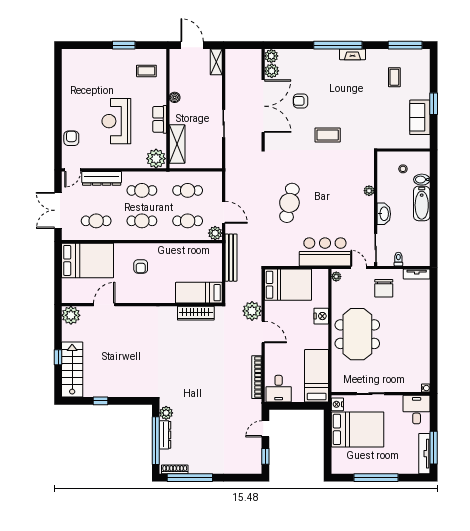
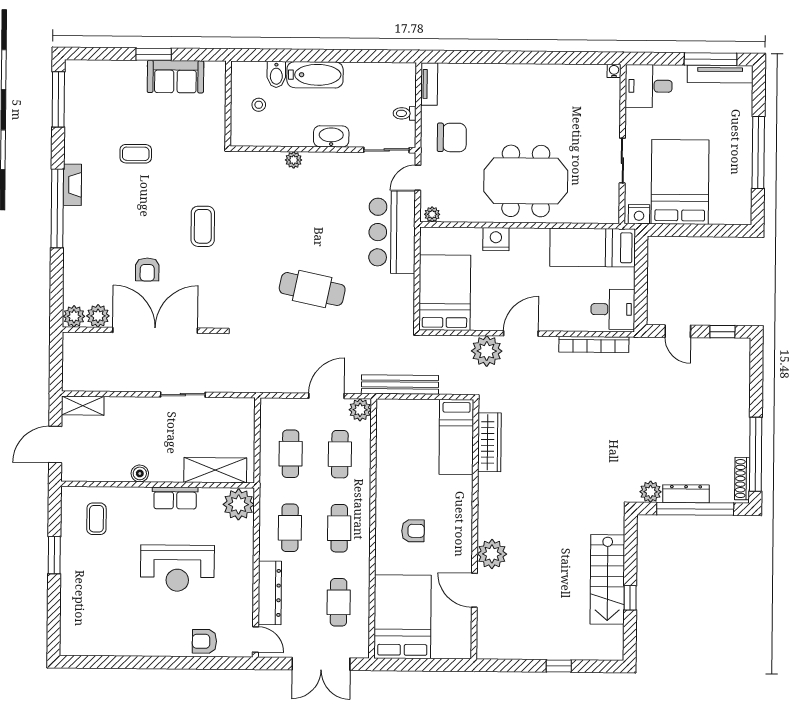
coffee table: (394, 77) -> (136, 154), moved
plant: (71, 315) -> (492, 554), moved
stairs: (72, 369) -> (607, 579), moved, turned -90

